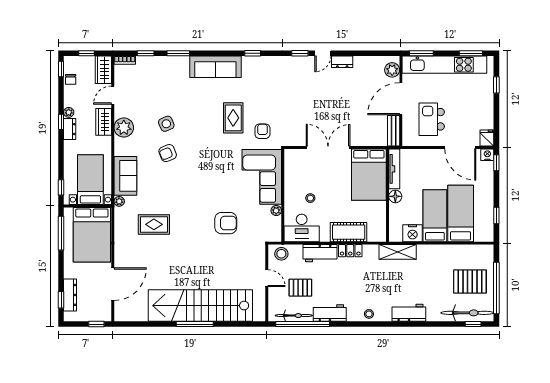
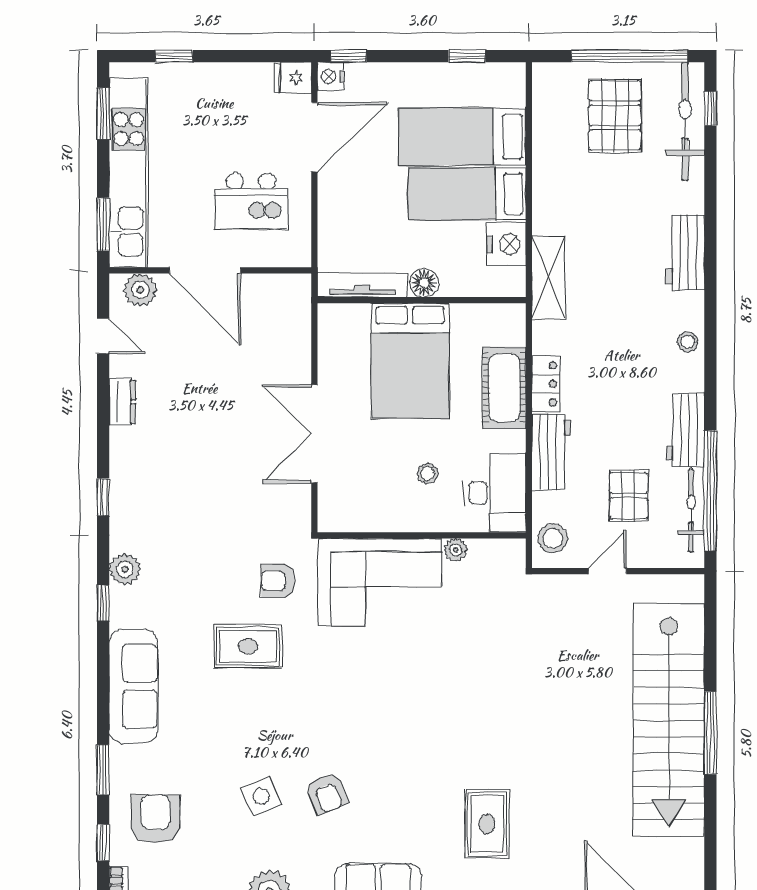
door: (323, 53) -> (103, 336), moved
plant: (268, 63) -> (125, 569), added
bench: (394, 131) -> (277, 287), removed
bed: (369, 175) -> (410, 361), moved, turned 90
armchair: (226, 223) -> (155, 819), moved

